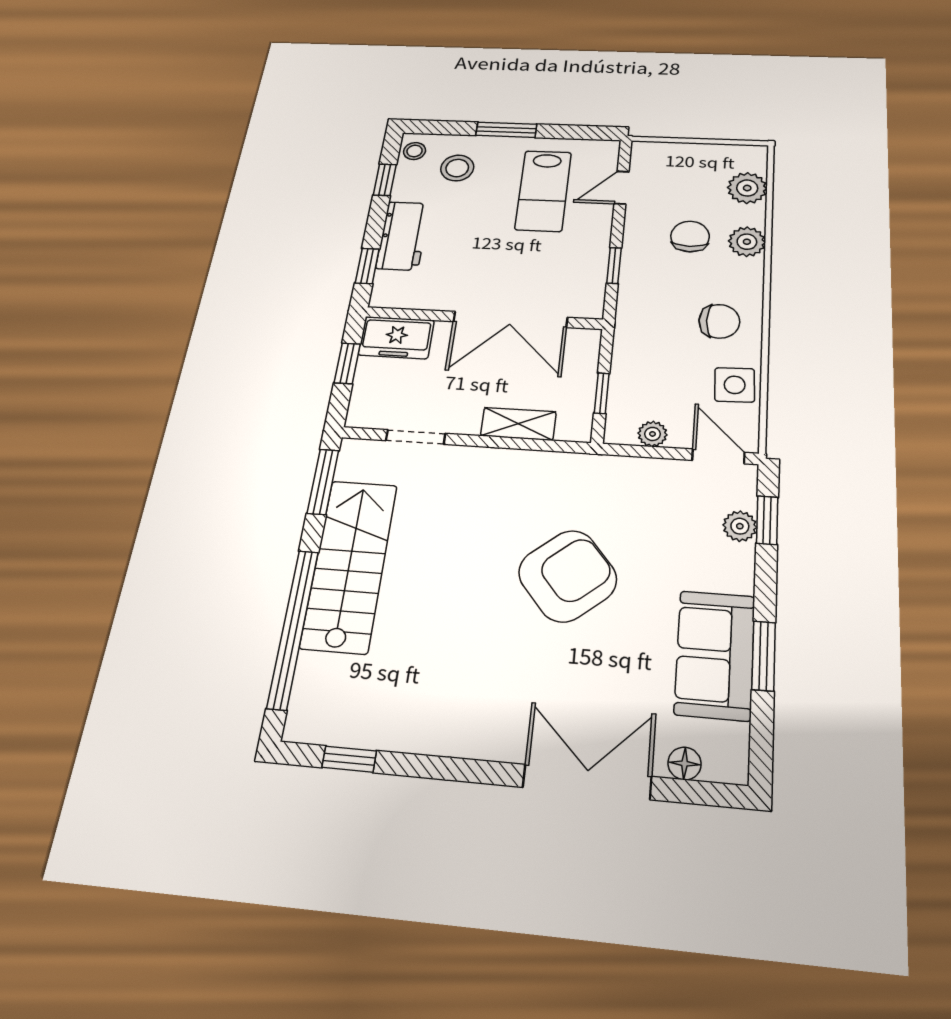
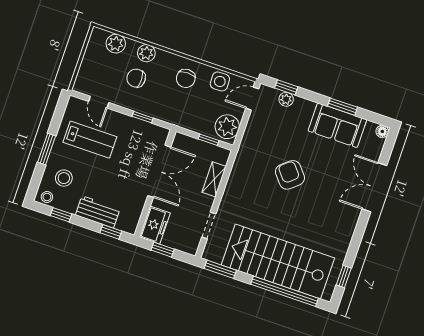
chair: (719, 321) -> (186, 78), turned 180
plant: (652, 434) -> (227, 127), width x1.87, depth x1.87
stairs: (349, 565) -> (278, 261), width x1.36, depth x1.51
armchair: (568, 576) -> (290, 175), width x0.73, depth x0.73
floor lamp: (685, 763) -> (382, 131), moved

